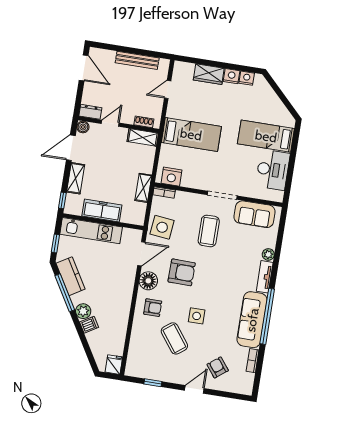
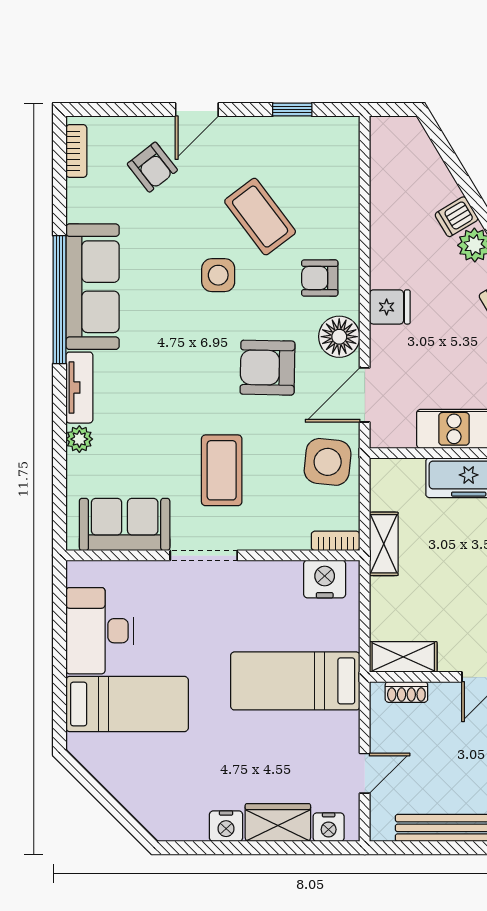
nightstand: (247, 78) -> (329, 827), moved
bookcase: (253, 361) -> (76, 151), moved
fridge: (114, 365) -> (390, 307), moved, turned -90

